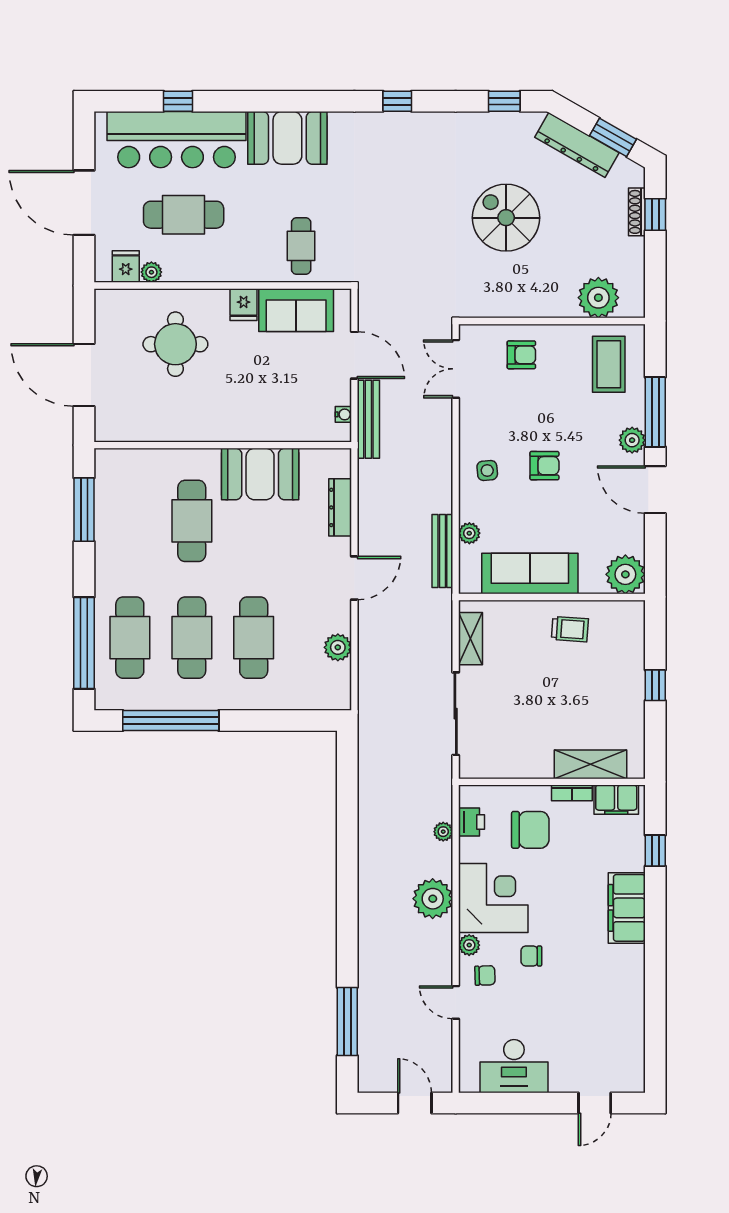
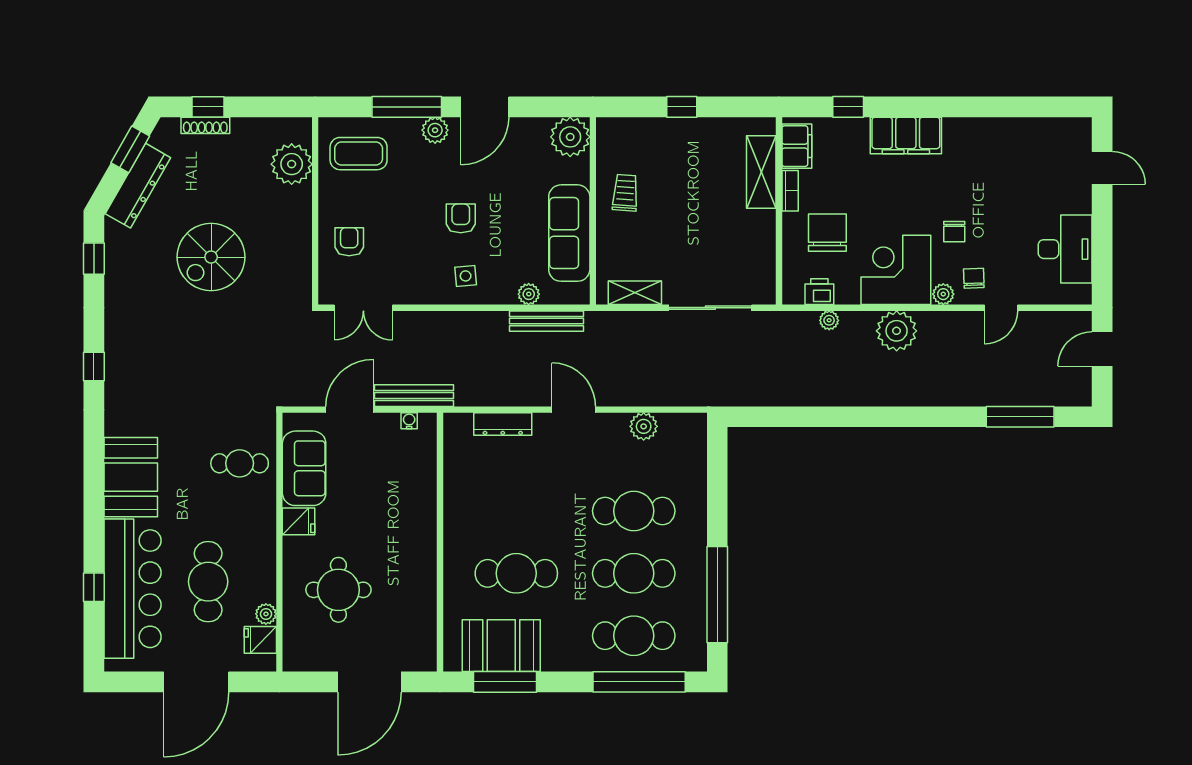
booth: (260, 474) -> (501, 646), moved, turned 90

